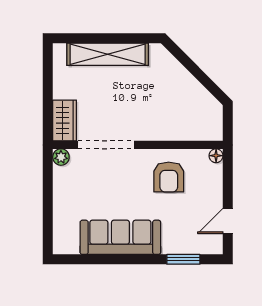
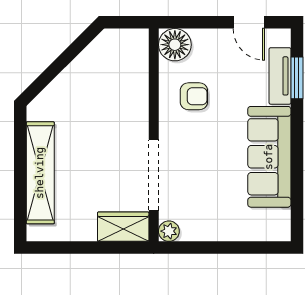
floor lamp: (216, 156) -> (175, 45), width x1.89, depth x1.89
armchair: (169, 177) -> (194, 96), width x0.72, depth x0.72
tv unit: (185, 246) -> (280, 76), added

